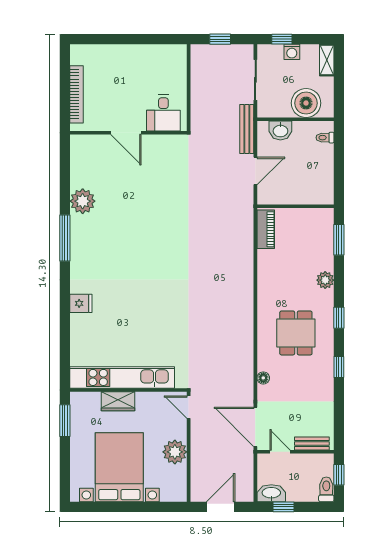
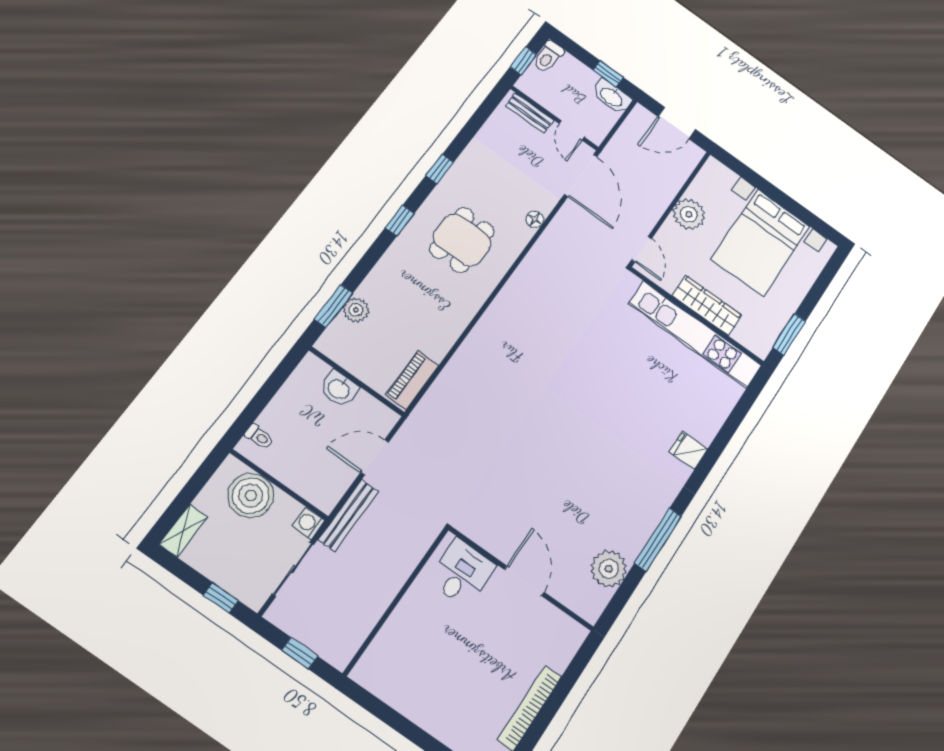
washing machine: (292, 52) -> (309, 523), moved, turned -90
desk: (163, 113) -> (462, 573), moved
washbasin: (280, 130) -> (339, 389), moved, turned 180
door: (126, 133) -> (524, 581), moved
wall: (128, 133) -> (521, 579), moved
plant: (325, 280) -> (356, 310), moved
wardrobe: (118, 401) -> (707, 306), width x1.50

